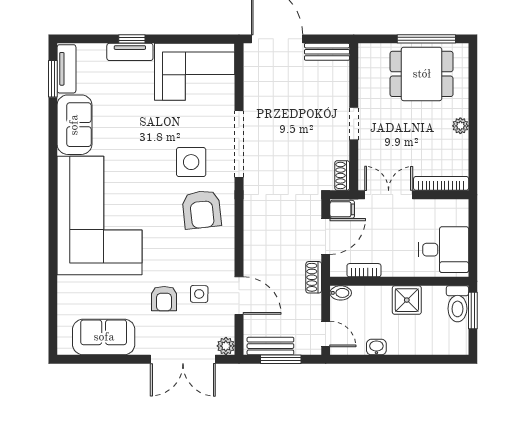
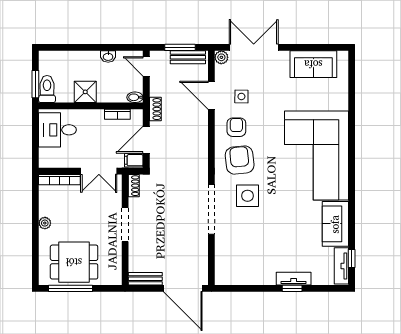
corner sofa: (195, 72) -> (245, 264), removed
window: (53, 79) -> (352, 258), width x0.67
doorway: (354, 123) -> (125, 225), width x1.38
armchair: (164, 299) -> (236, 127), moved

